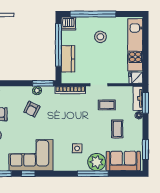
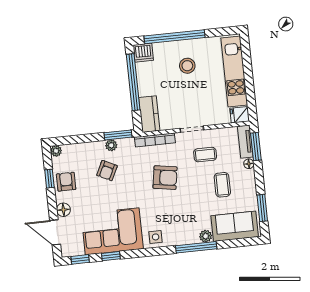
kitchen counter: (68, 59) -> (149, 114), moved
armchair: (75, 119) -> (165, 178), added
side table: (77, 148) -> (156, 237), moved
plant: (97, 162) -> (206, 236), width x0.53, depth x0.53

